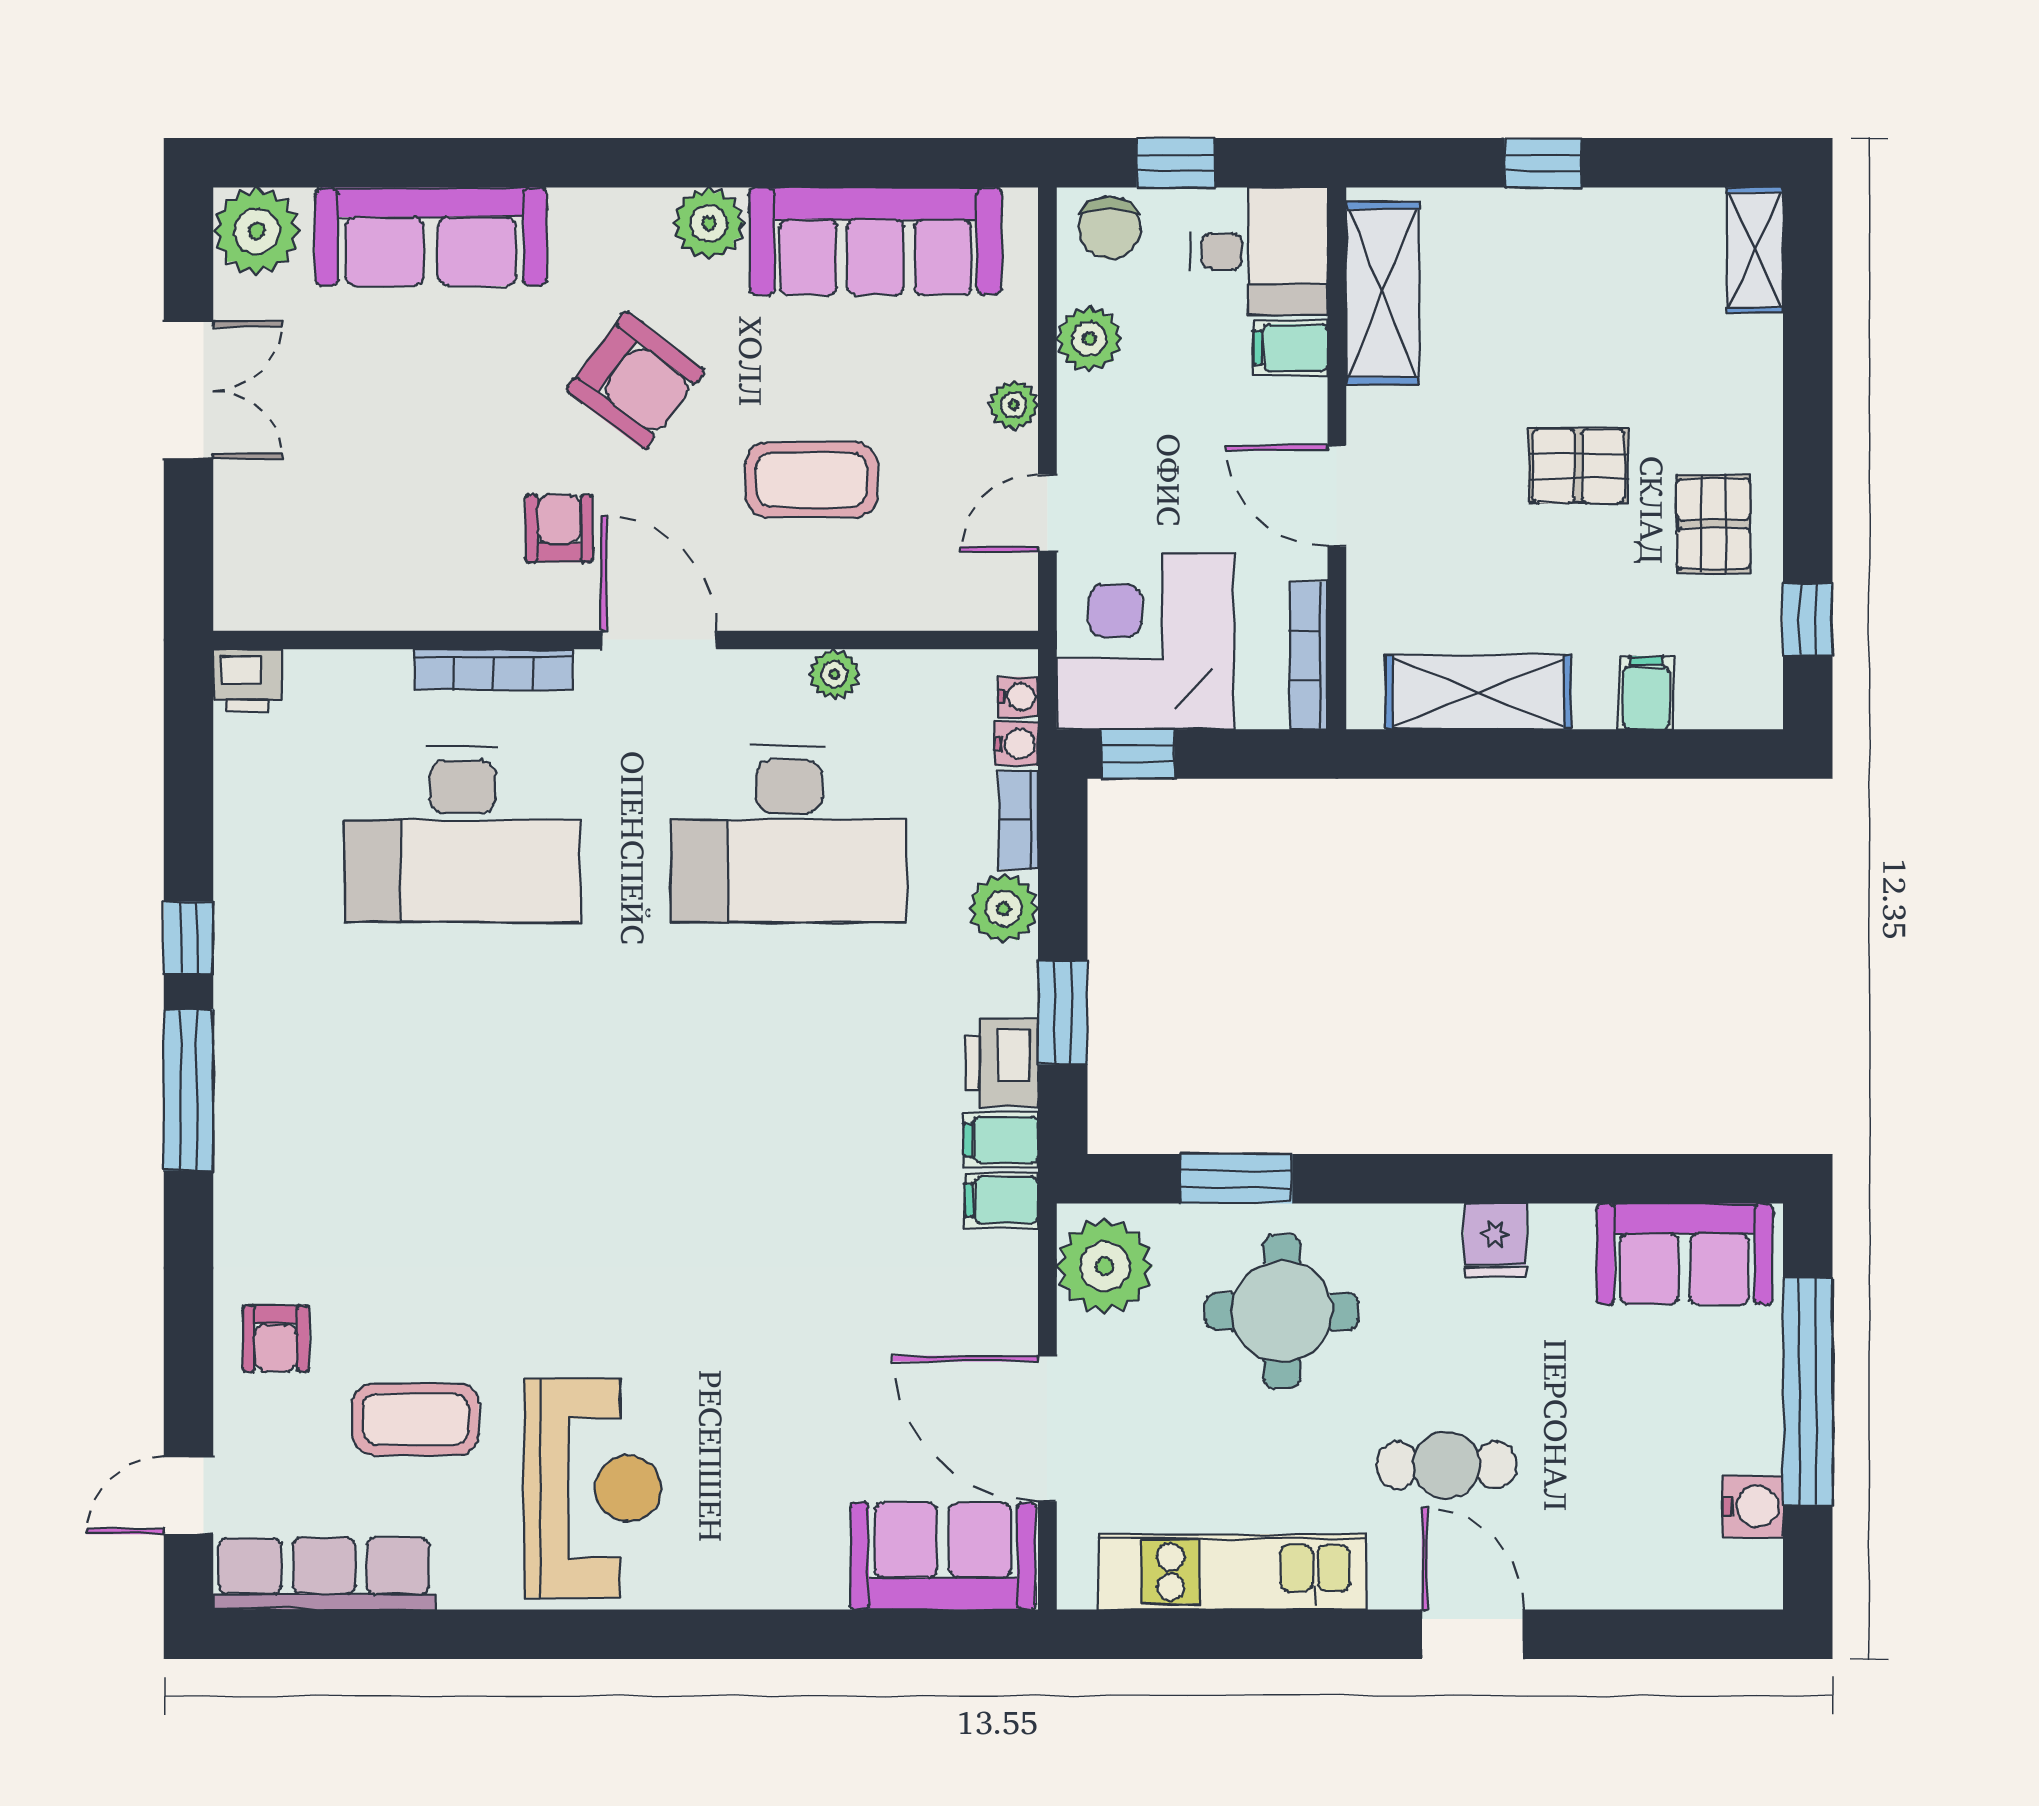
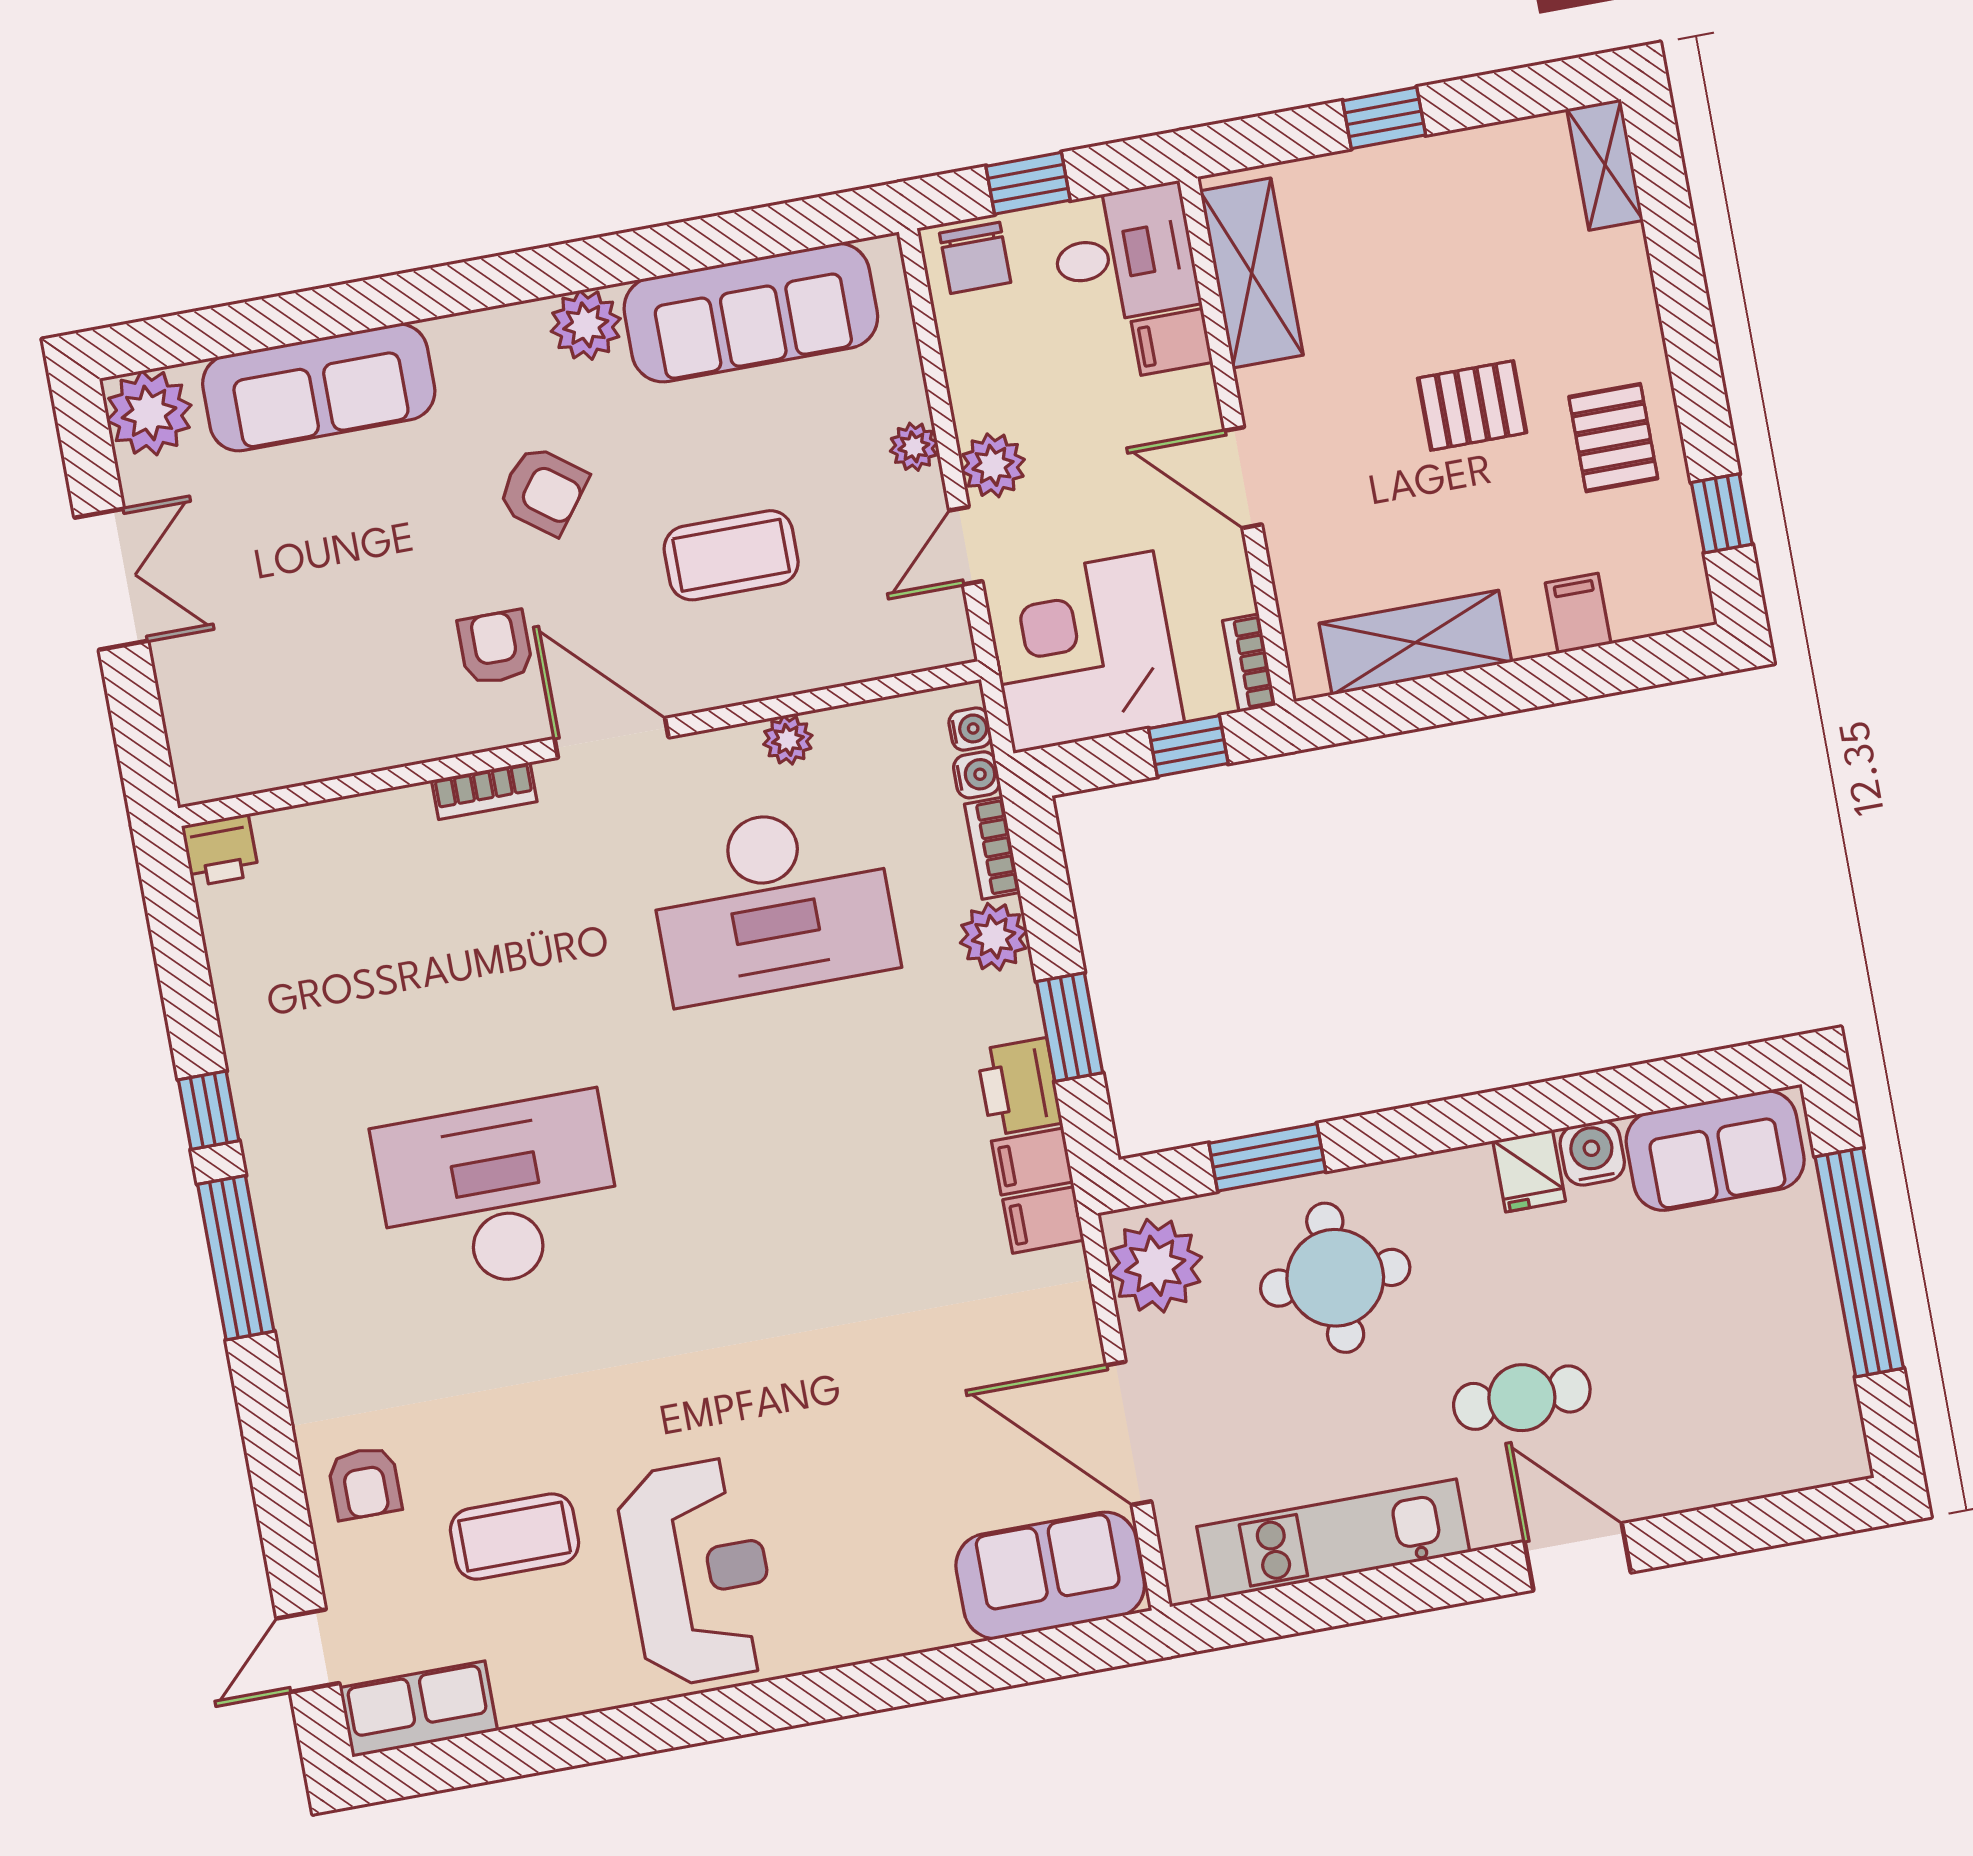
plant: (1089, 339) -> (993, 465), moved
armchair: (635, 380) -> (543, 490), width x0.72, depth x0.72
bookcase: (1309, 655) -> (1249, 663), width x0.64
bookcase: (493, 670) -> (484, 791), width x0.64
window: (1138, 754) -> (1188, 746), moved
desk: (462, 834) -> (498, 1193), moved, turned 180
water cooler: (1753, 1507) -> (1592, 1153), moved, turned -90
row of seats: (324, 1574) -> (419, 1709), width x0.68

